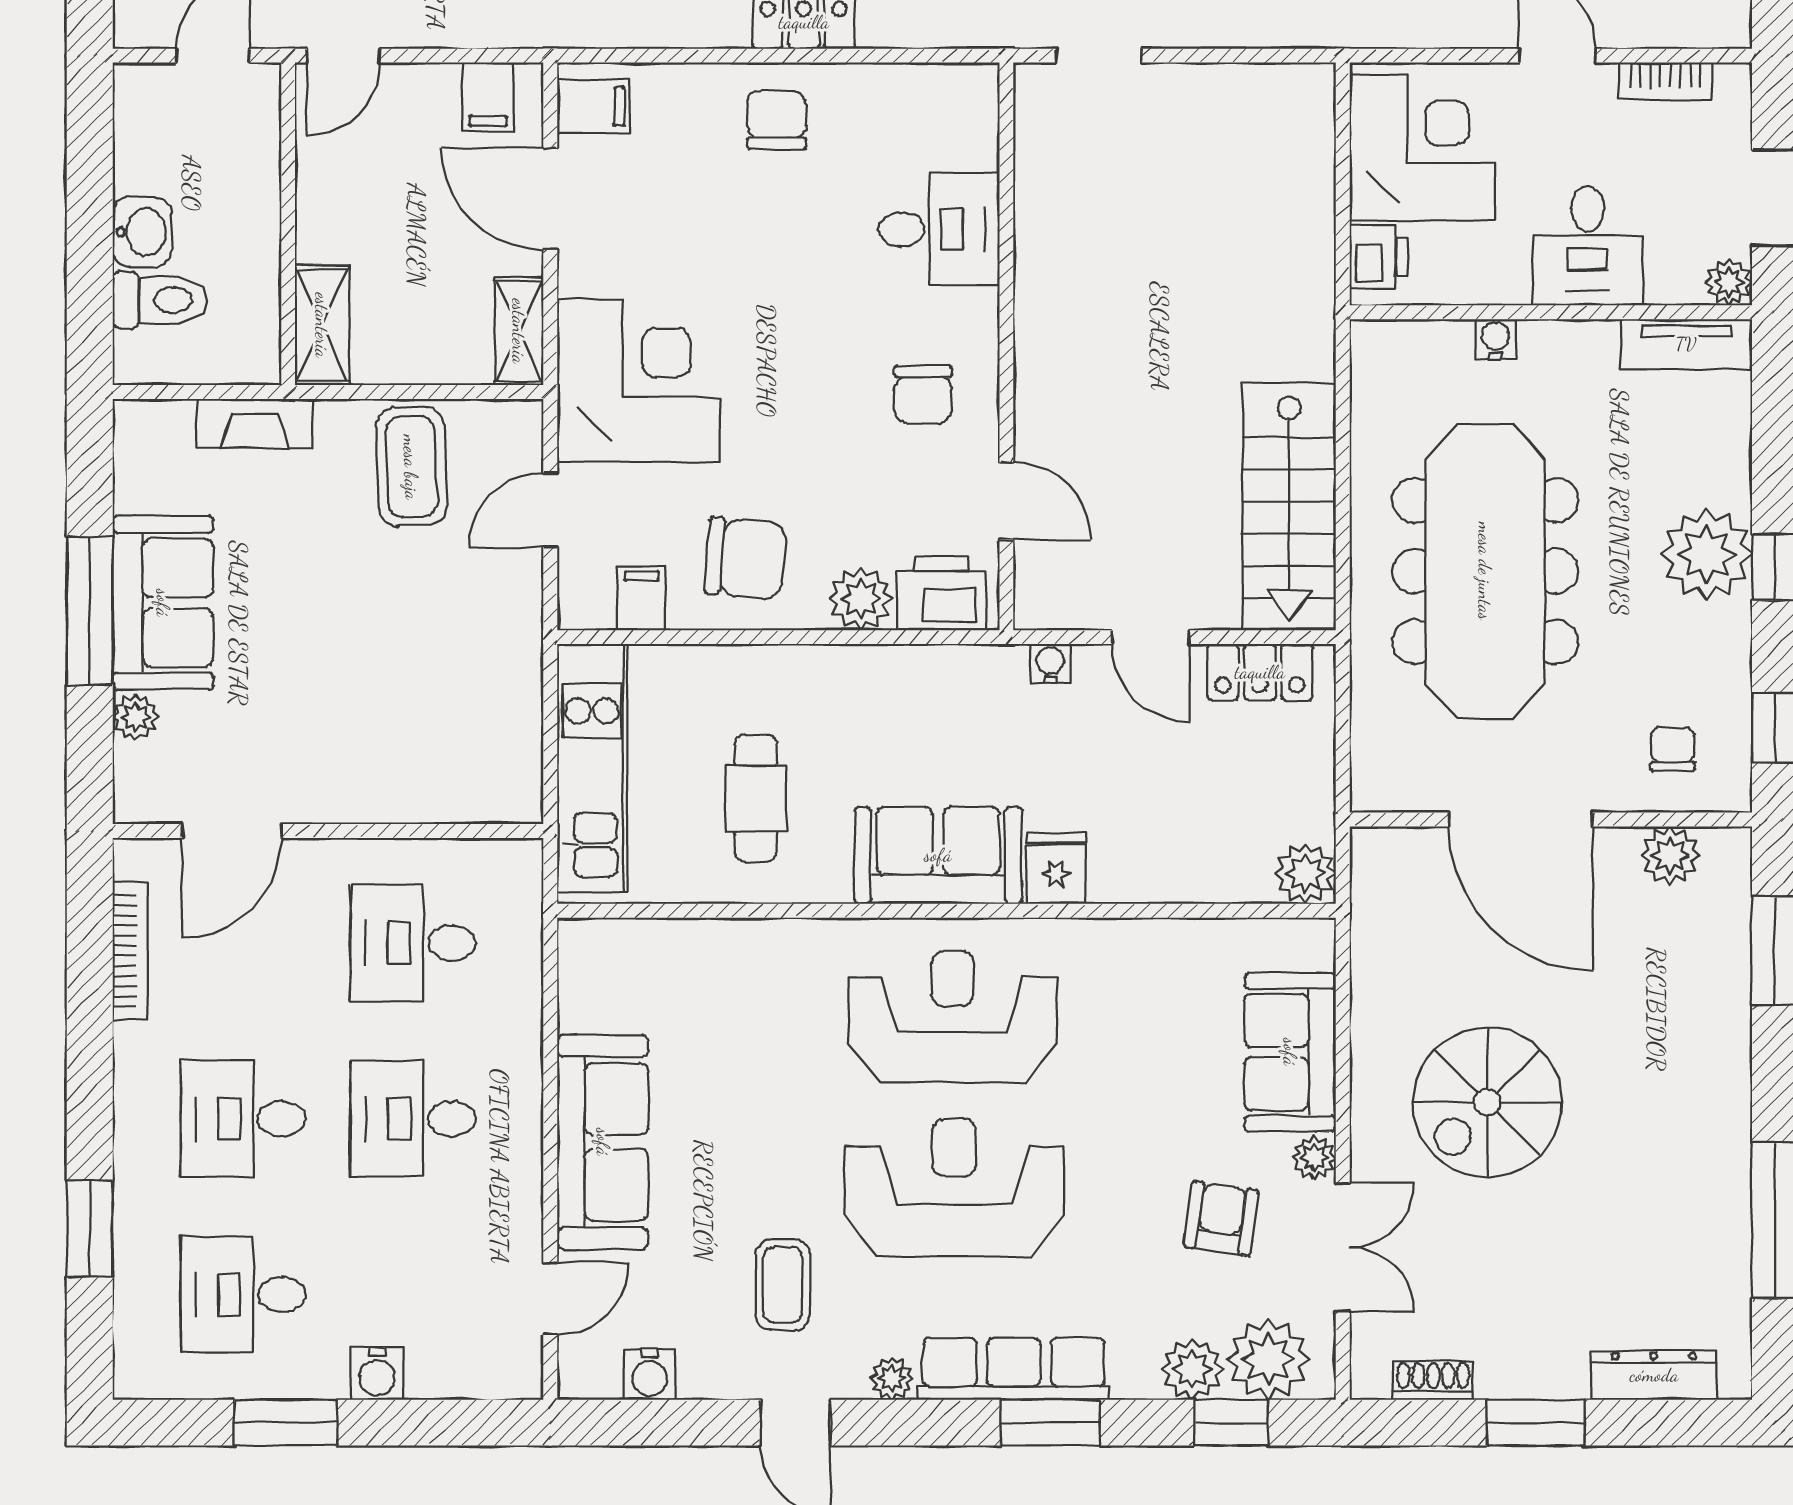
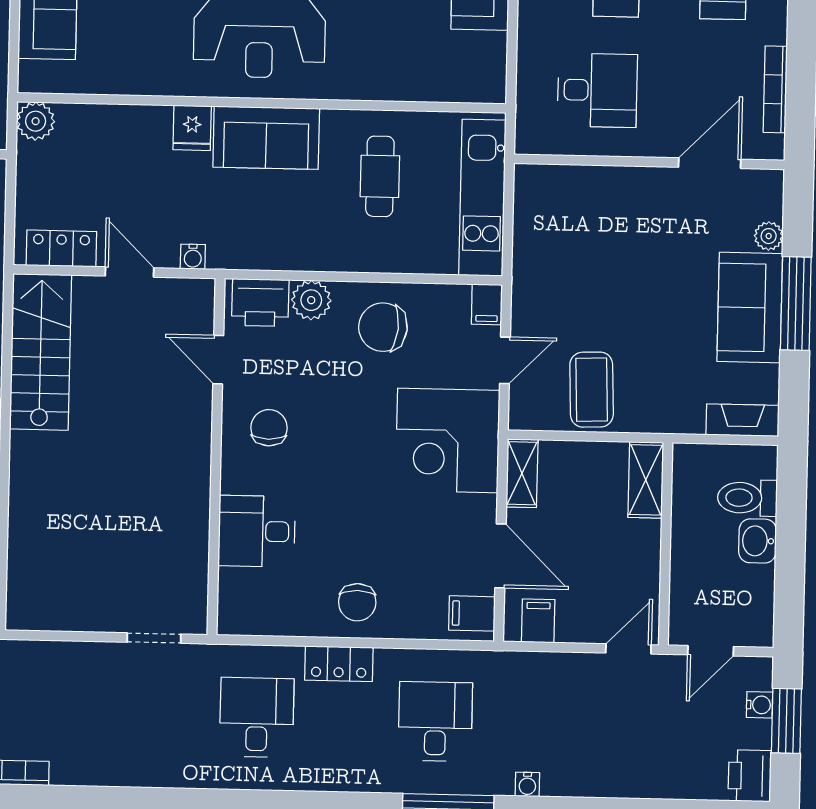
fireplace: (255, 423) -> (743, 420), moved
filing cabinet: (642, 598) -> (487, 304), moved

